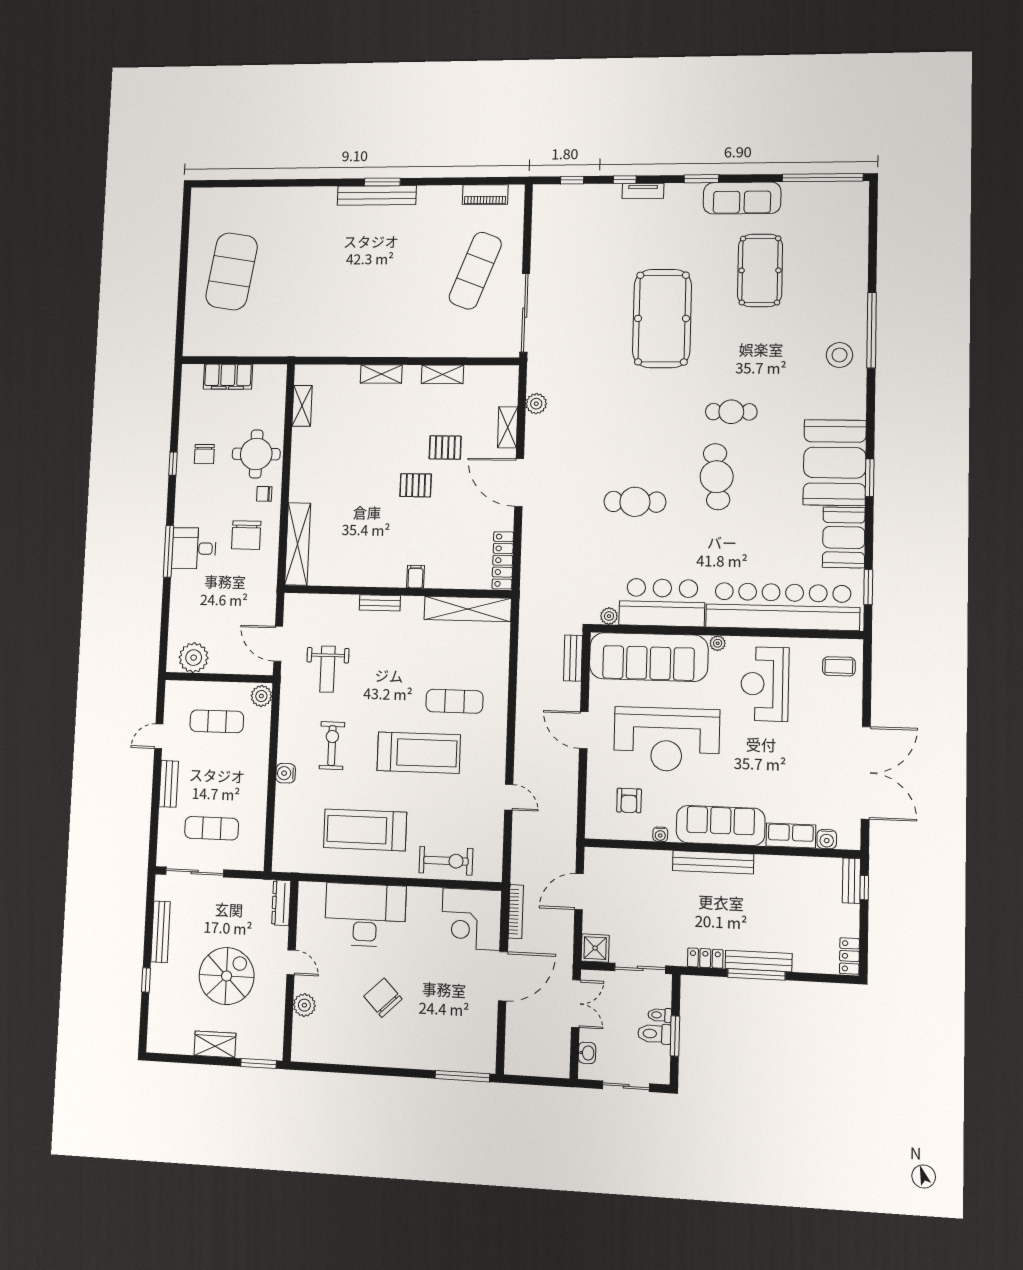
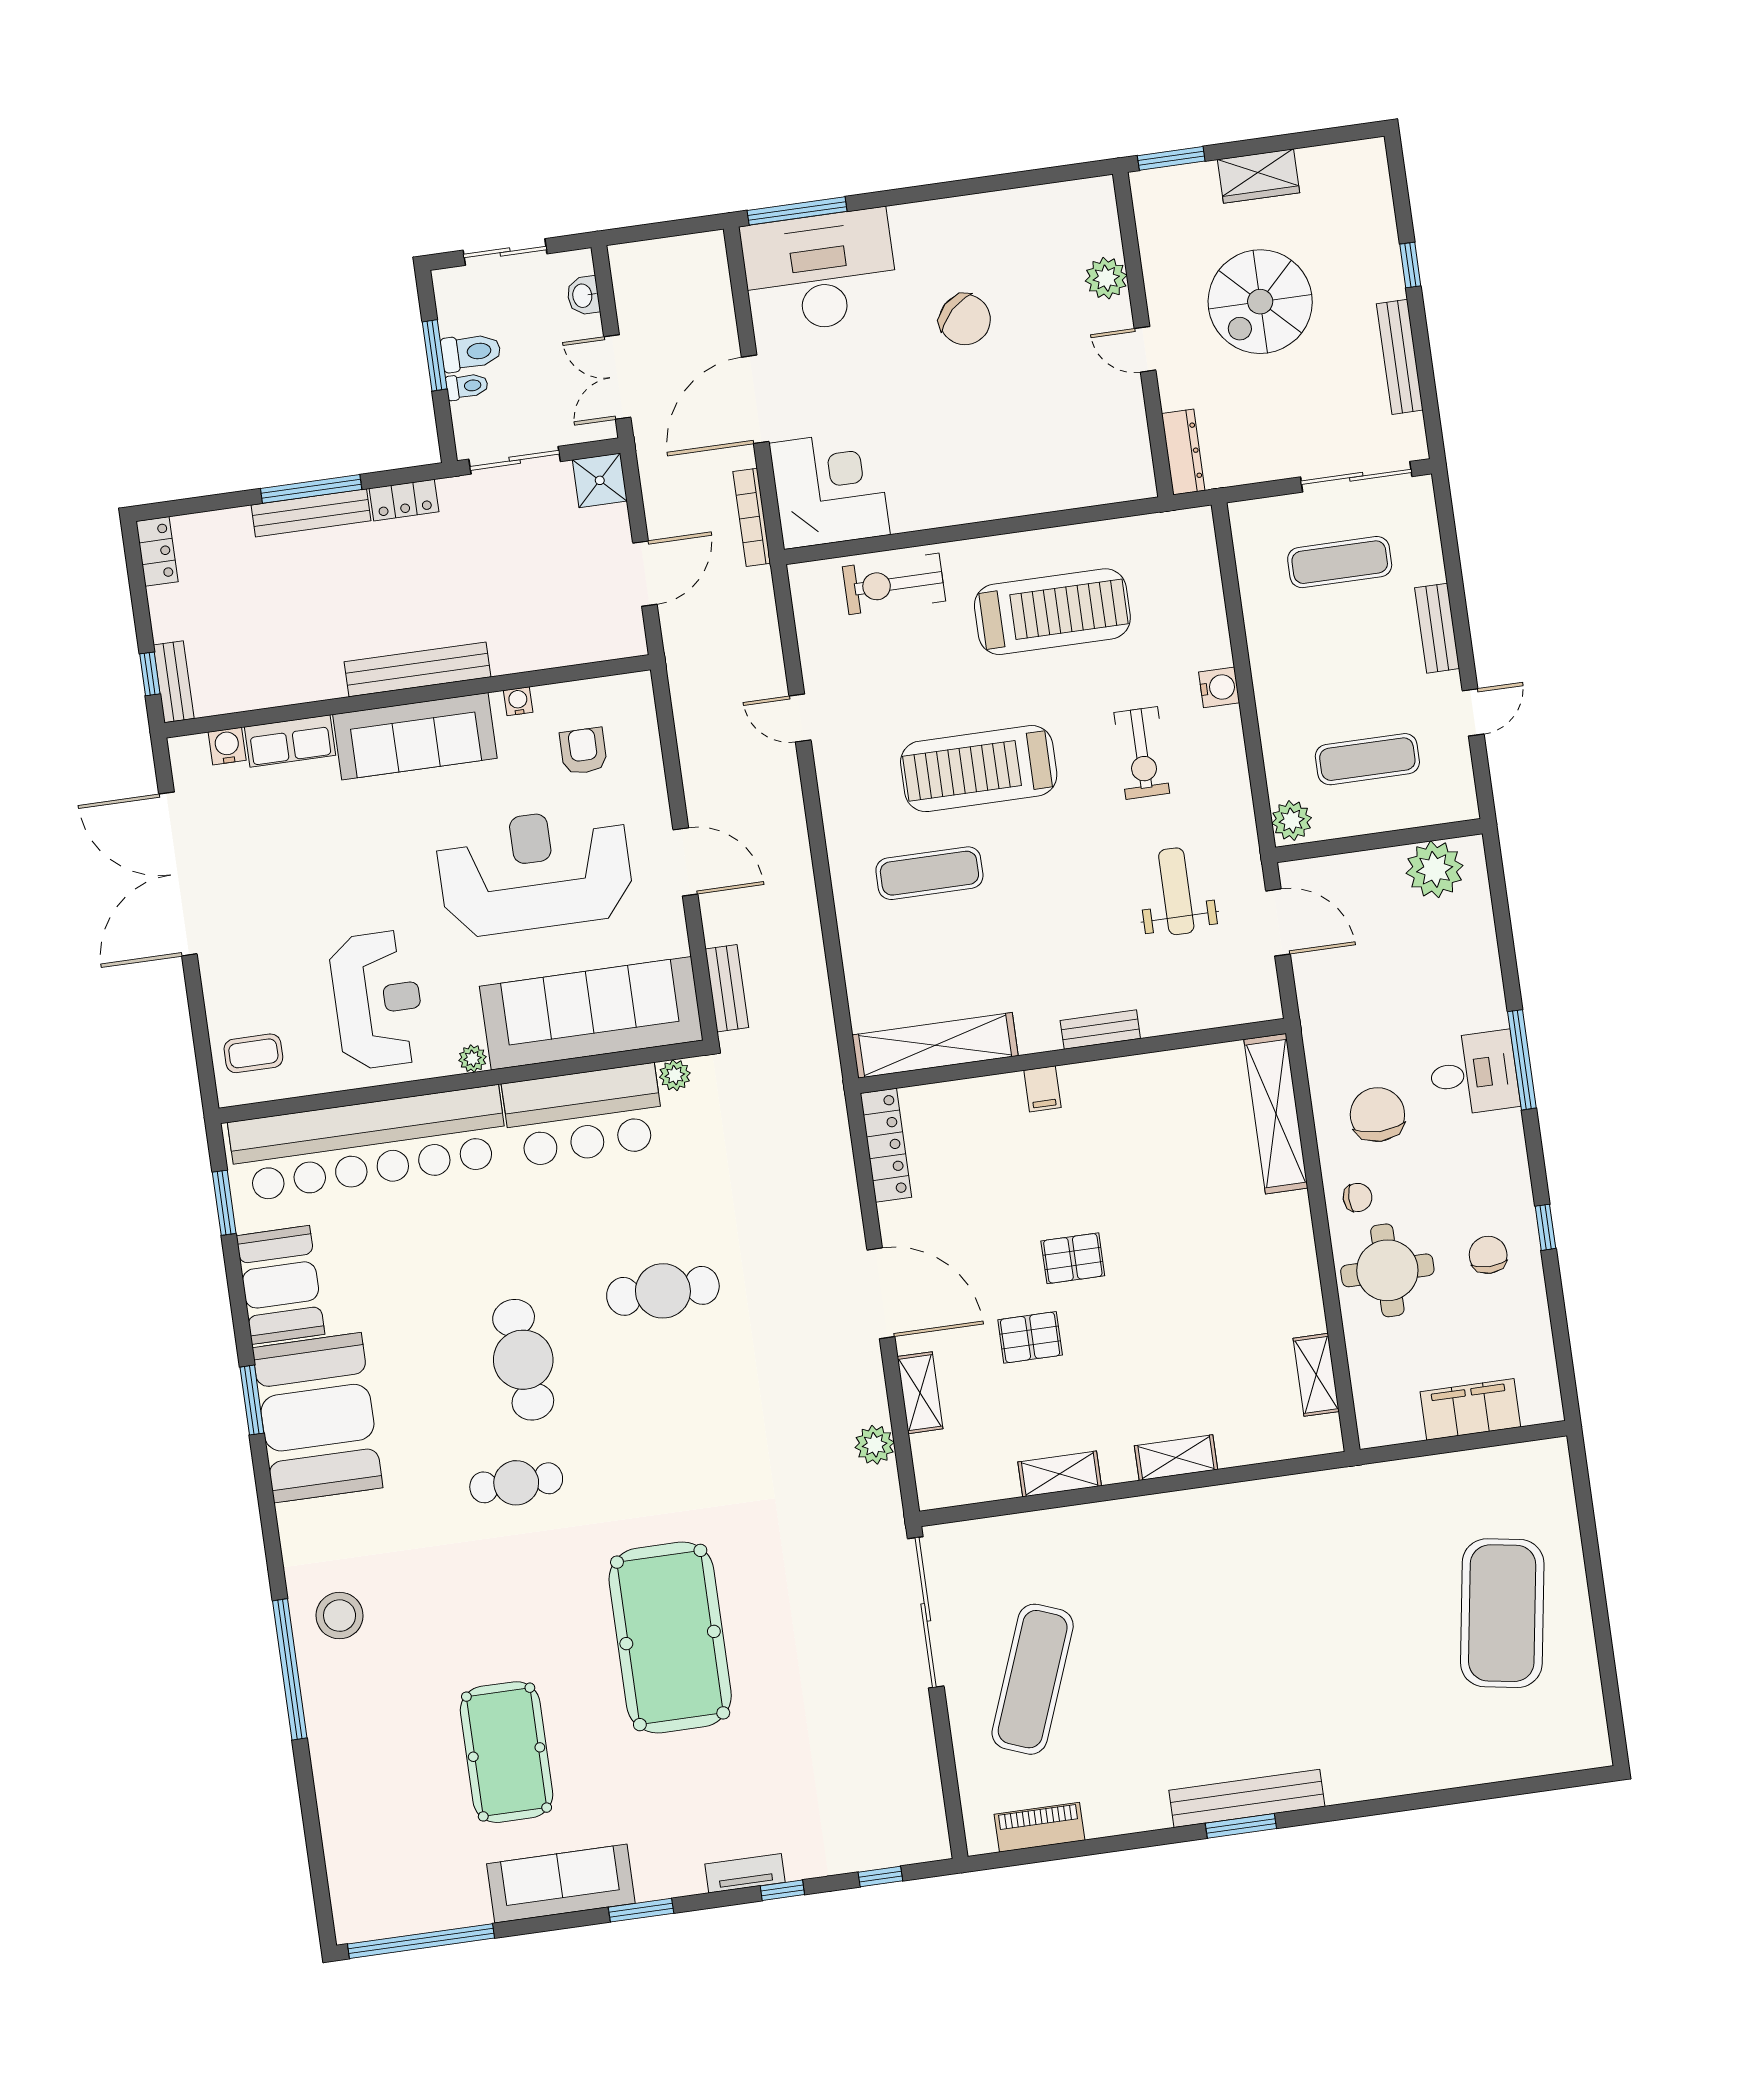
desk: (365, 915) -> (820, 271), moved, turned 180

